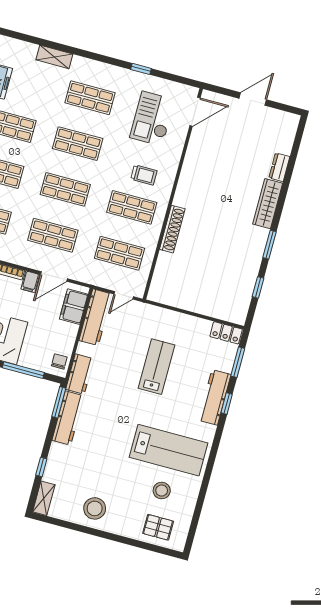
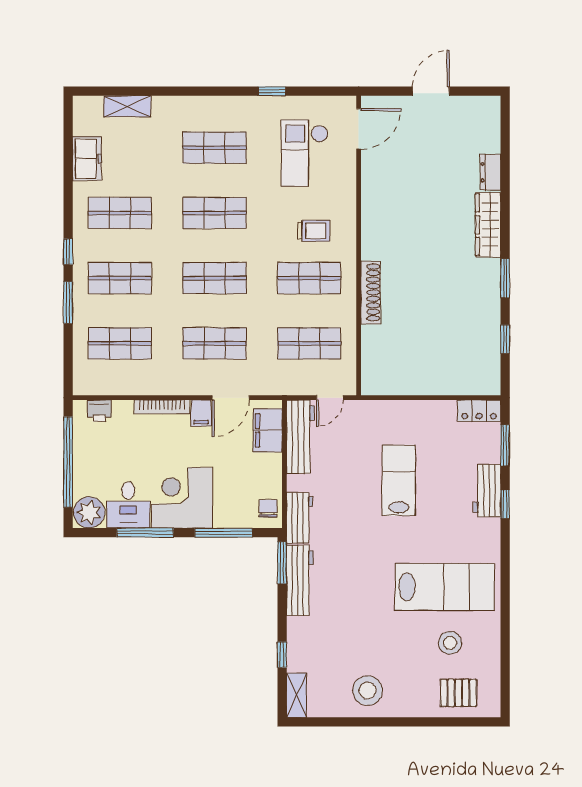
shelving: (54, 57) -> (127, 106), moved
workbench: (215, 397) -> (487, 490), width x0.73

